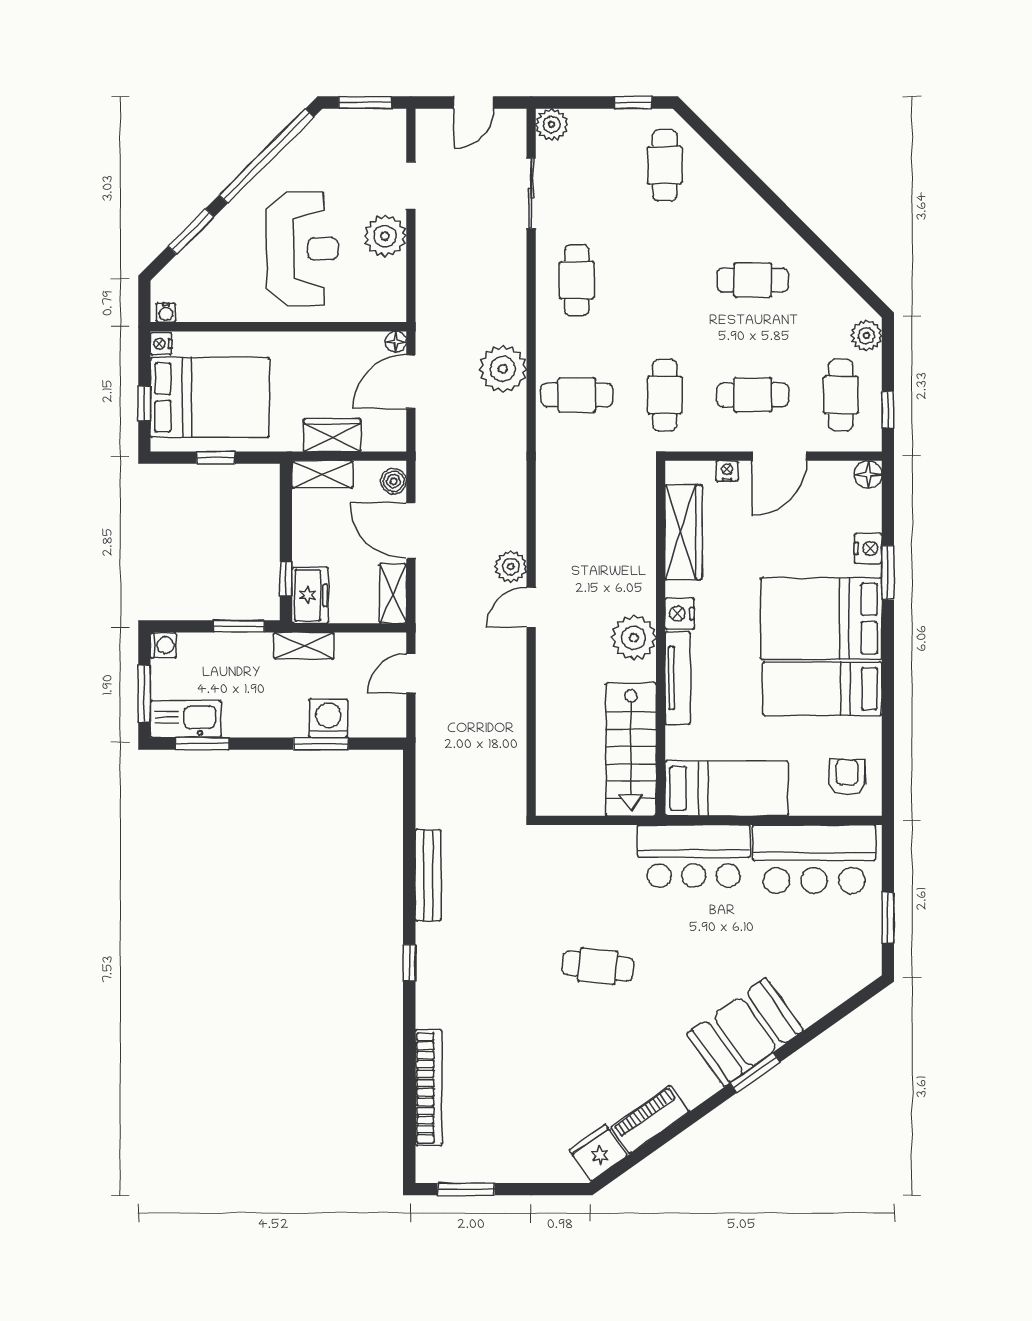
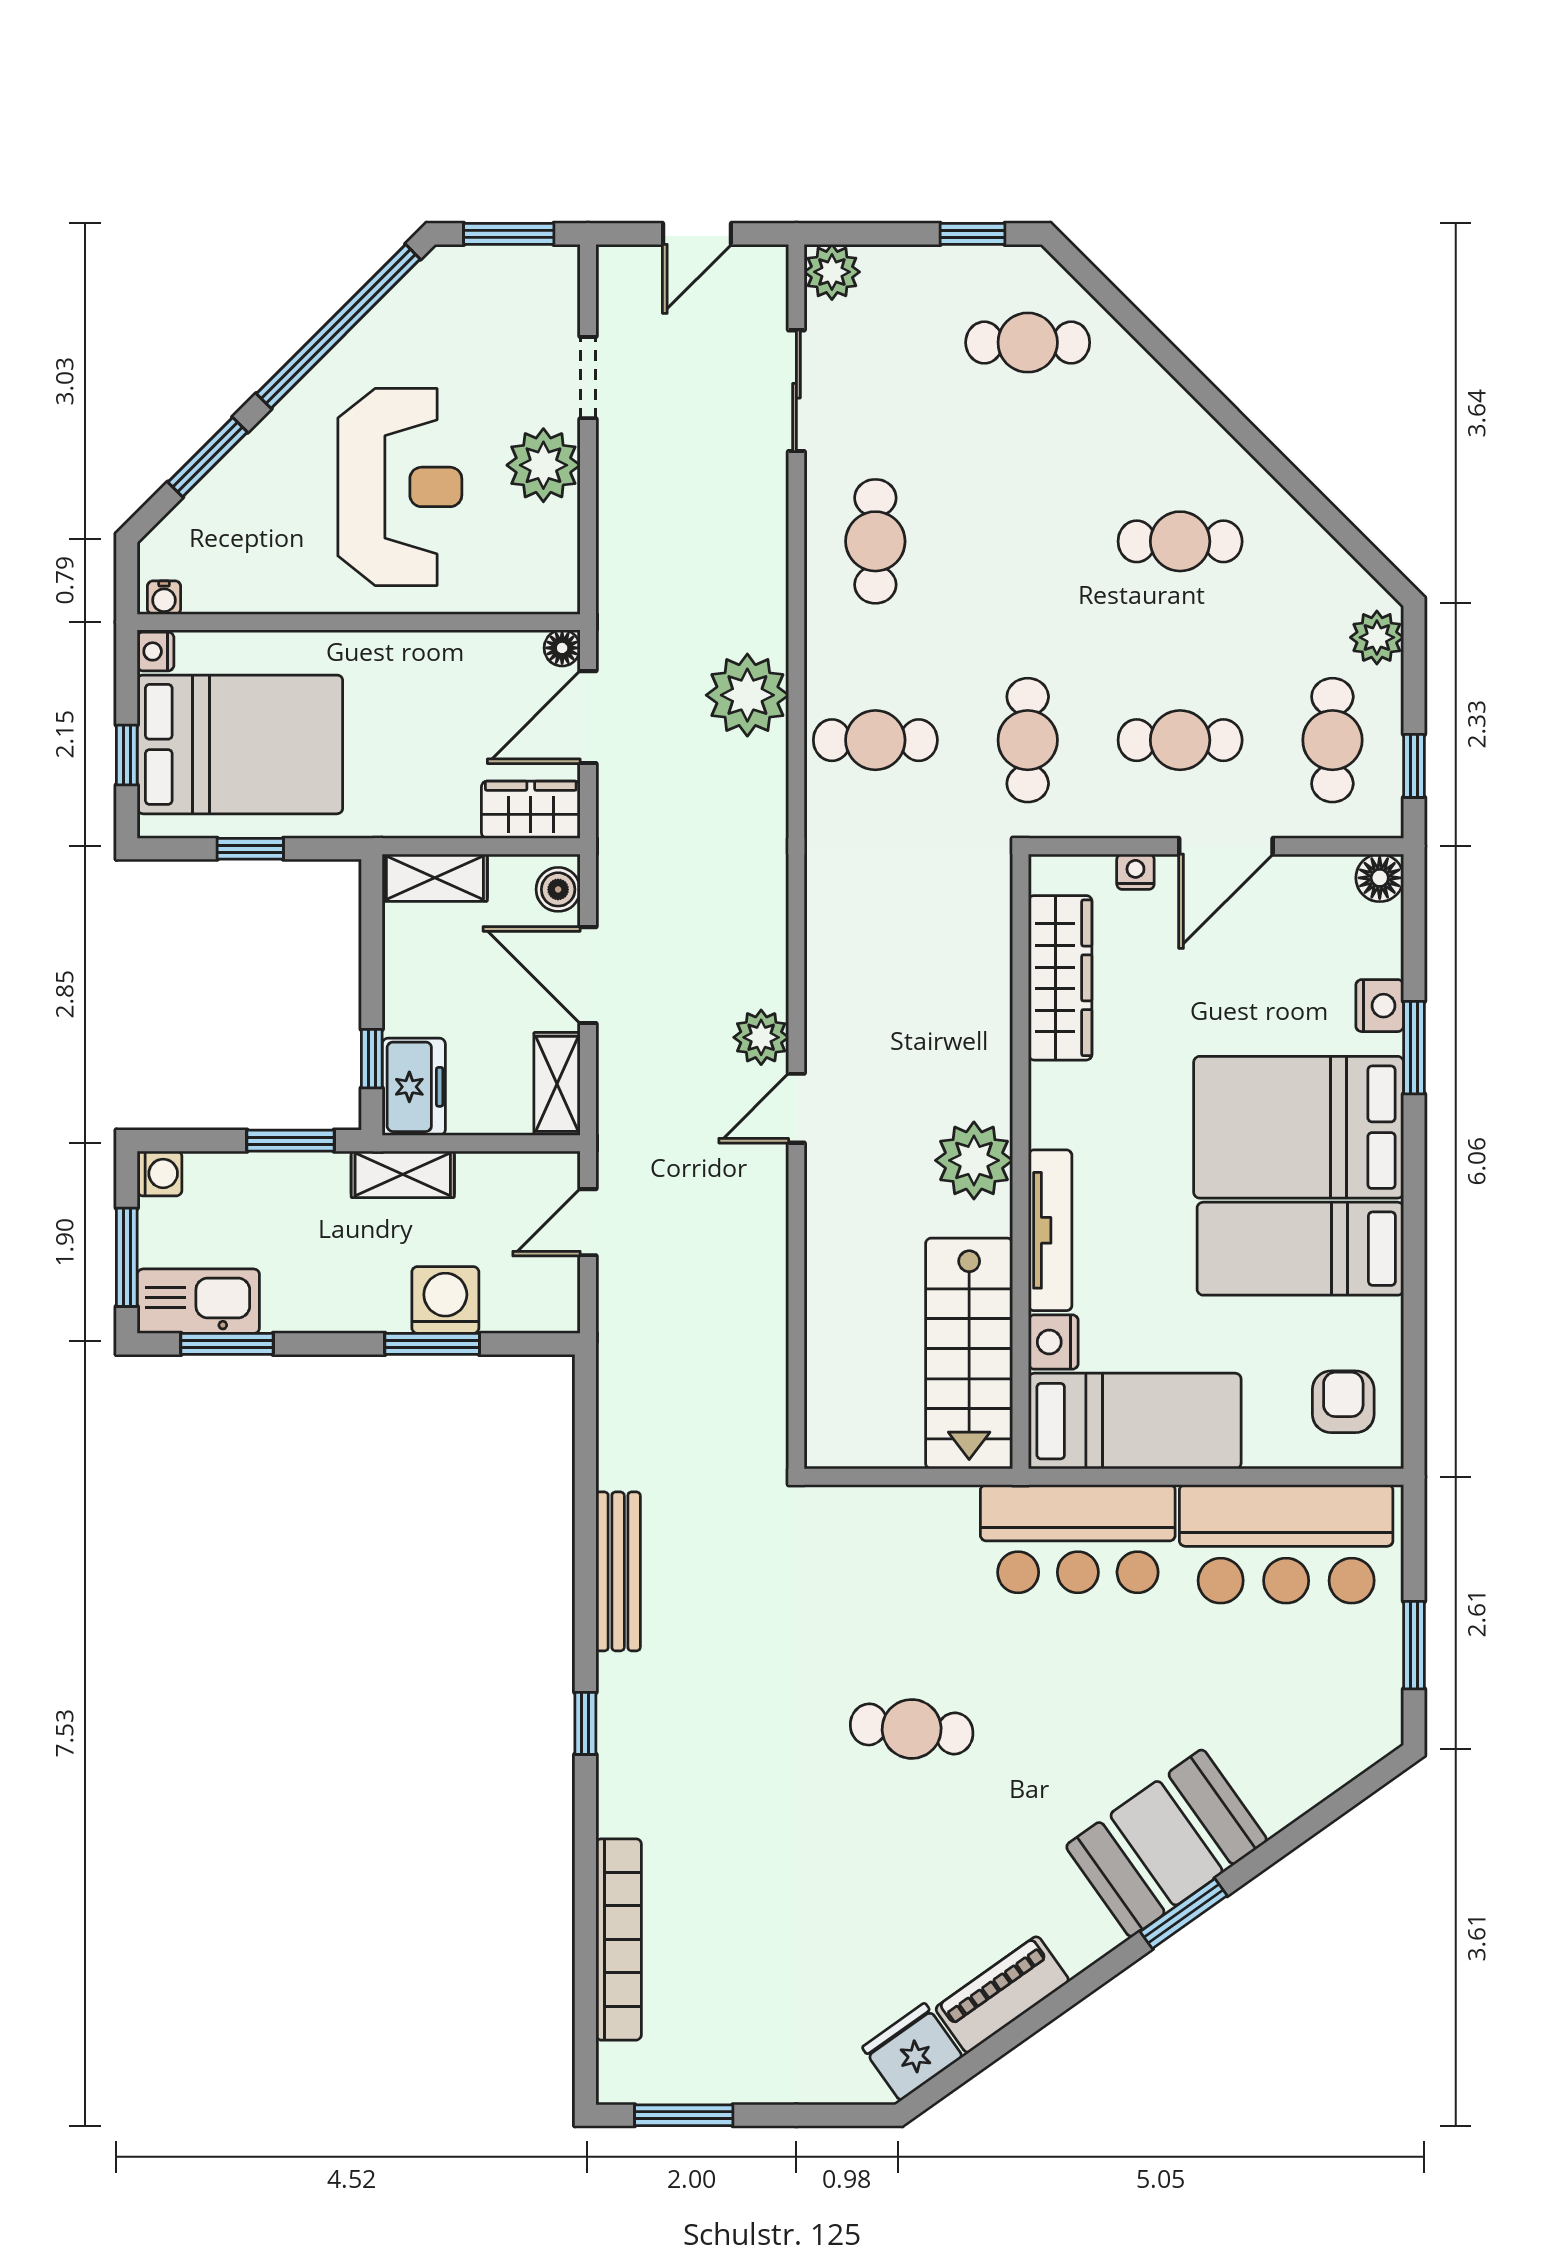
cafe table: (665, 165) -> (1028, 343), turned 90
wardrobe: (332, 435) -> (531, 810), moved
nightstand: (680, 614) -> (1053, 1342), moved

